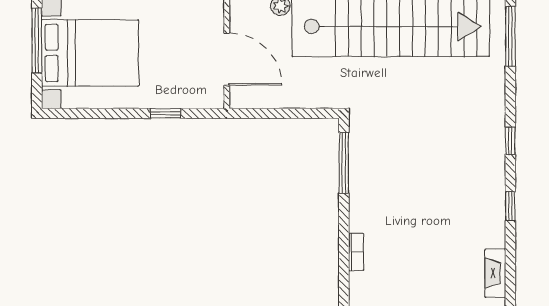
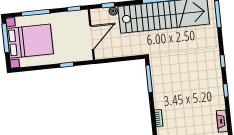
door: (227, 59) -> (92, 38), hinge flipped

